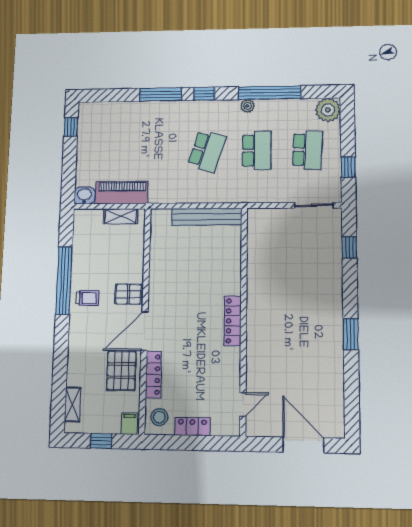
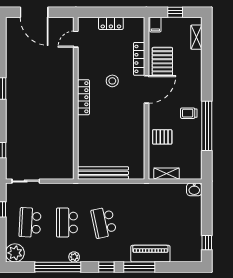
school desk: (207, 151) -> (104, 223), turned -30
piano: (122, 193) -> (150, 254), moved, turned 180
pallet: (128, 294) -> (162, 137), moved
stool: (159, 417) -> (112, 81), moved

